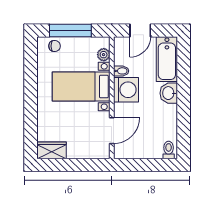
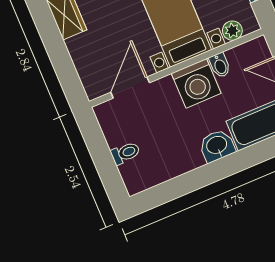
door: (112, 131) -> (130, 87), swing flipped
toilet: (169, 150) -> (125, 153), moved

